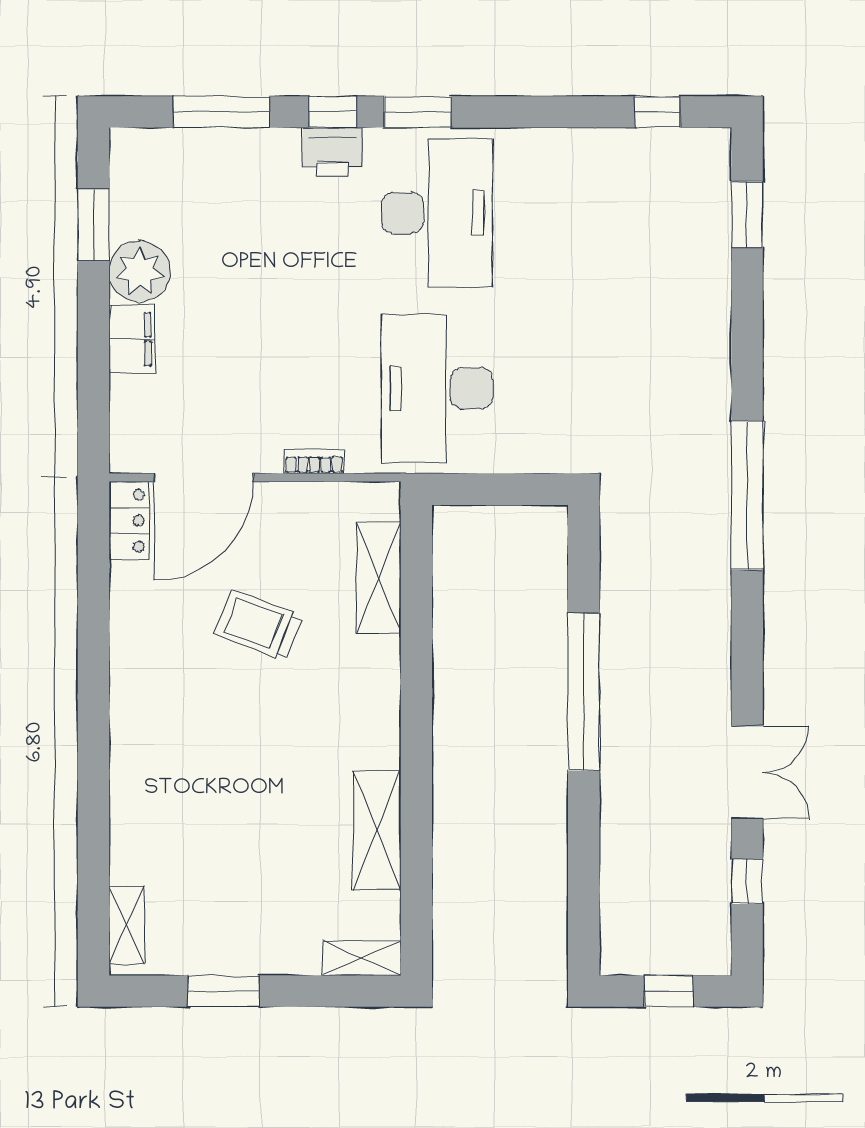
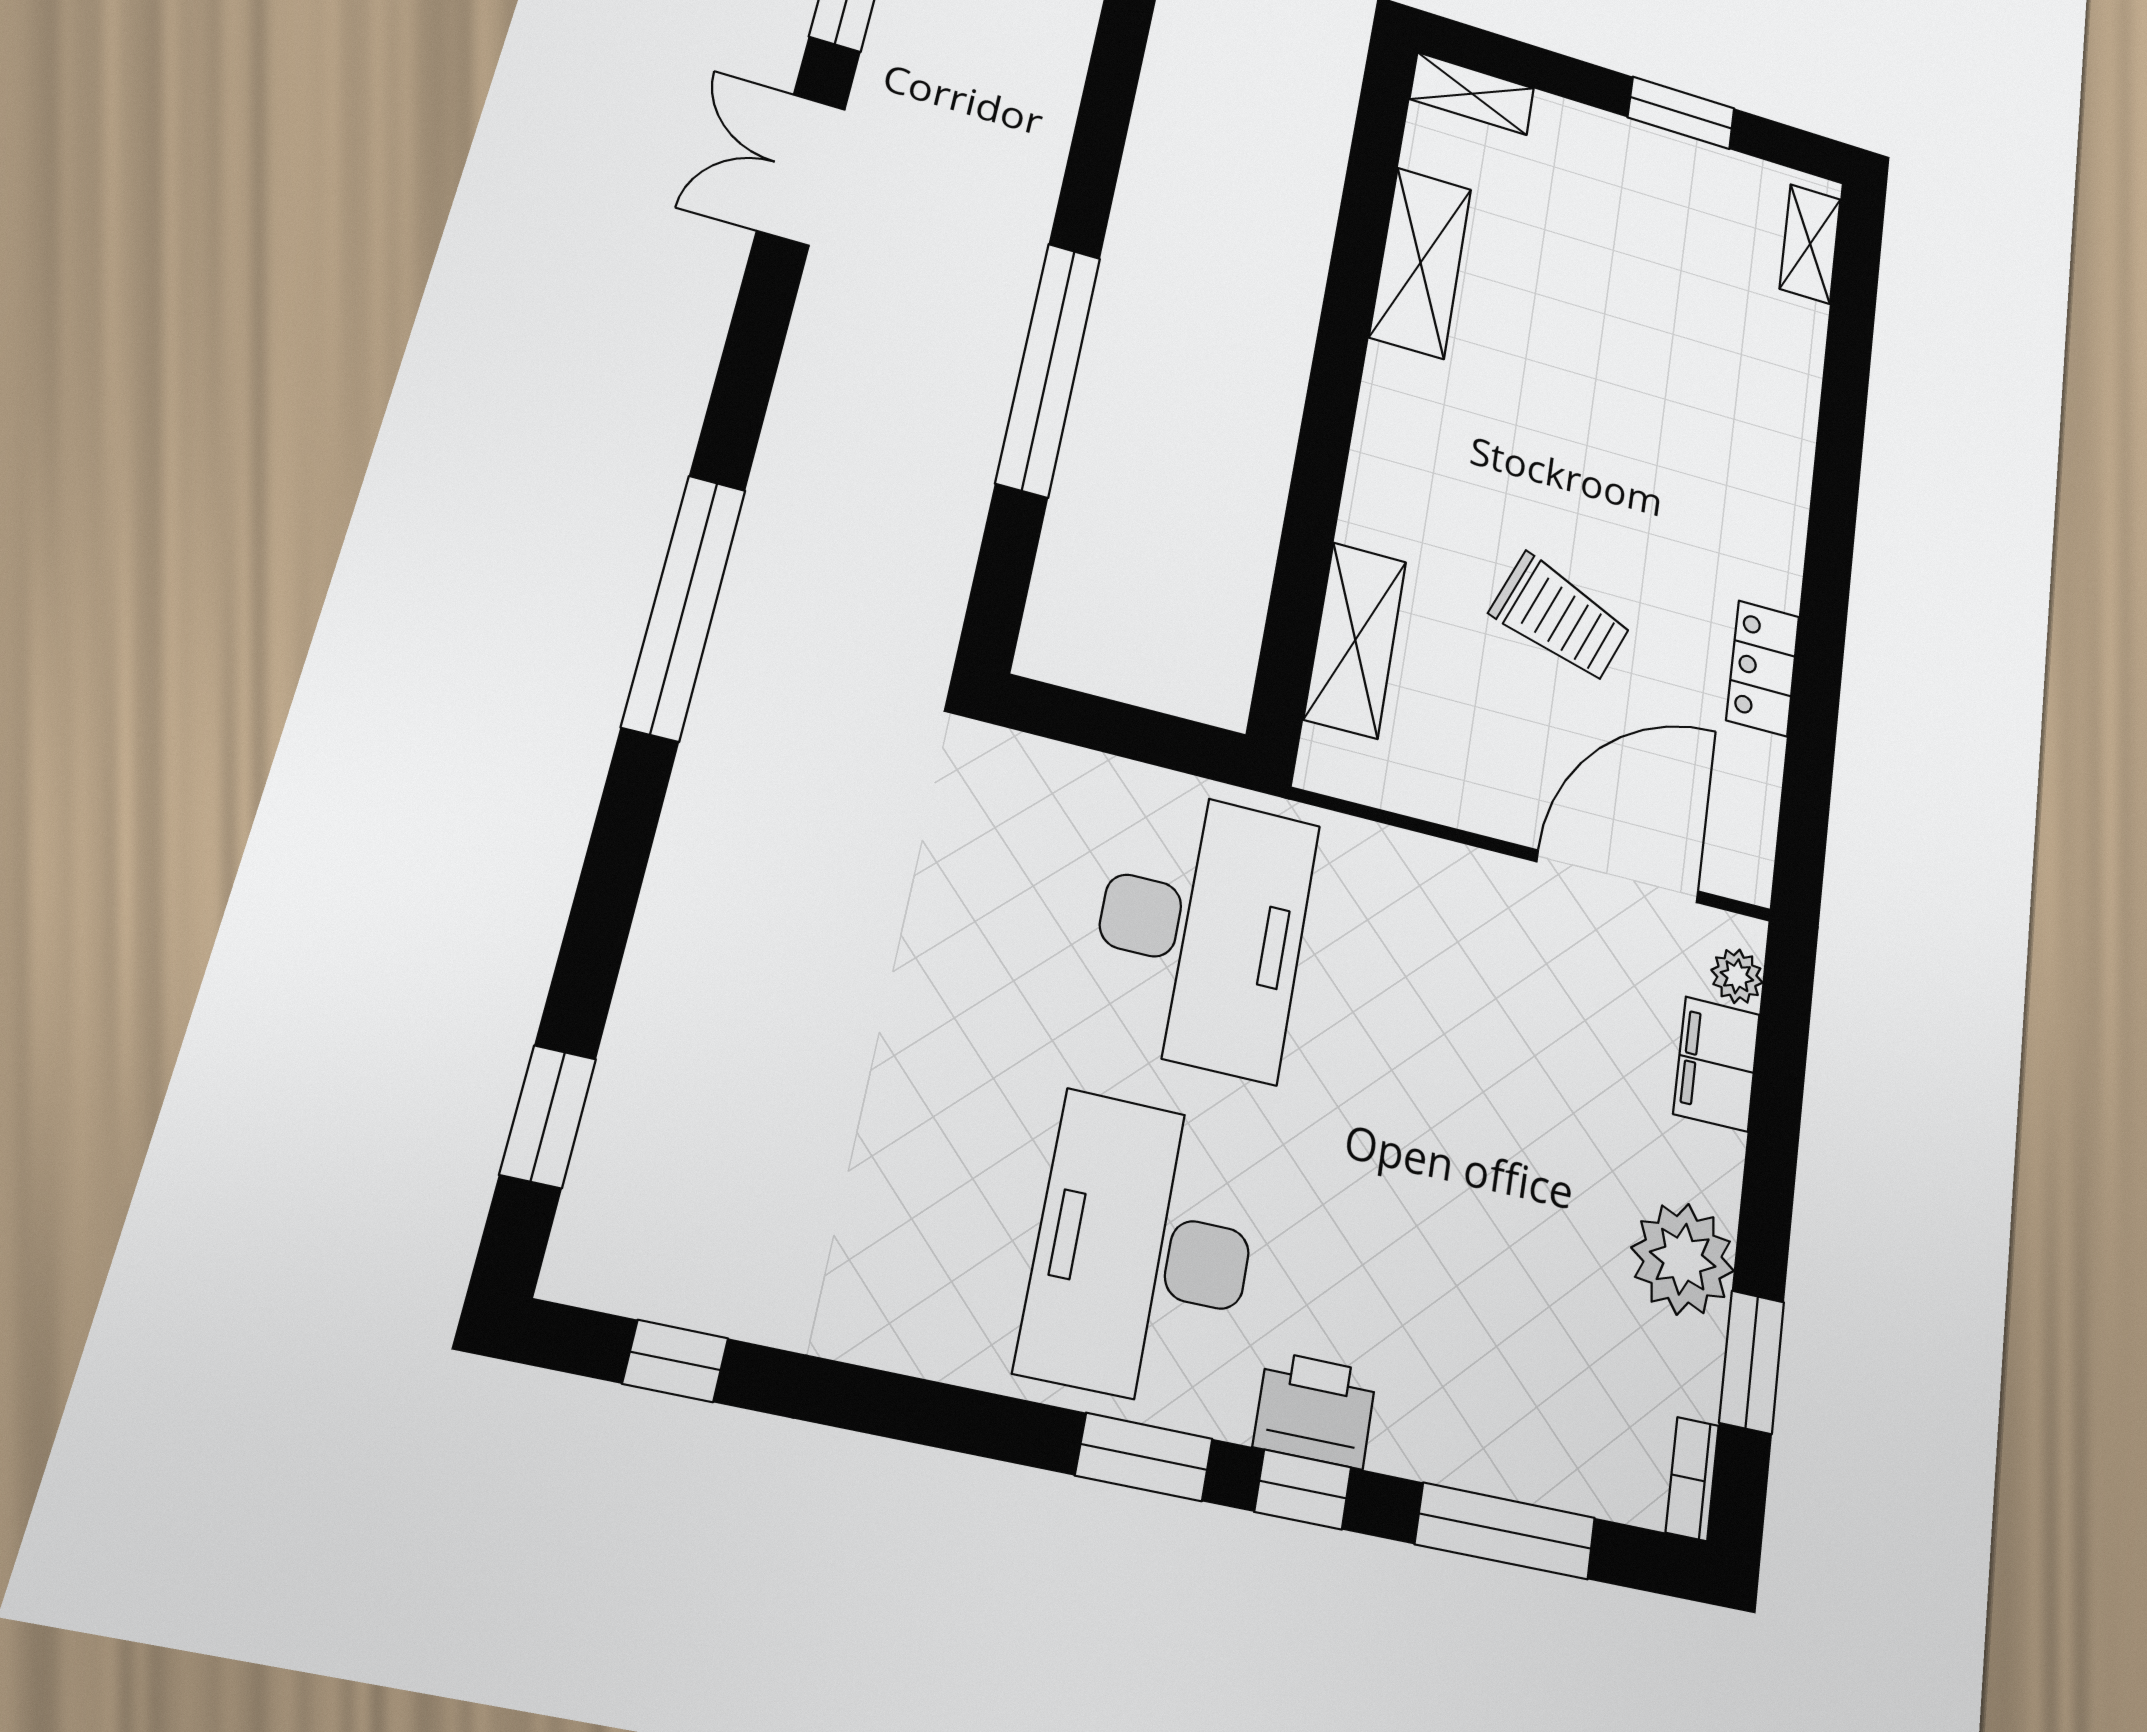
filing cabinet: (132, 339) -> (1717, 1064), moved
plant: (125, 437) -> (1737, 976), added
bookcase: (314, 462) -> (1692, 1479), moved, turned 90
locker: (129, 521) -> (1763, 668), moved

